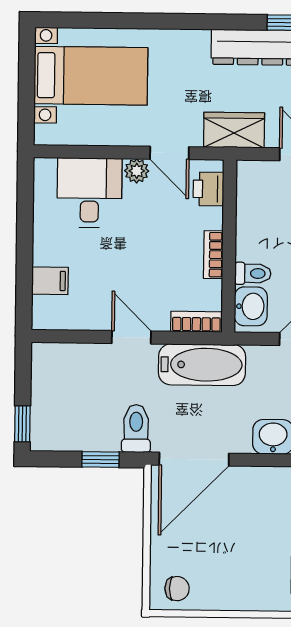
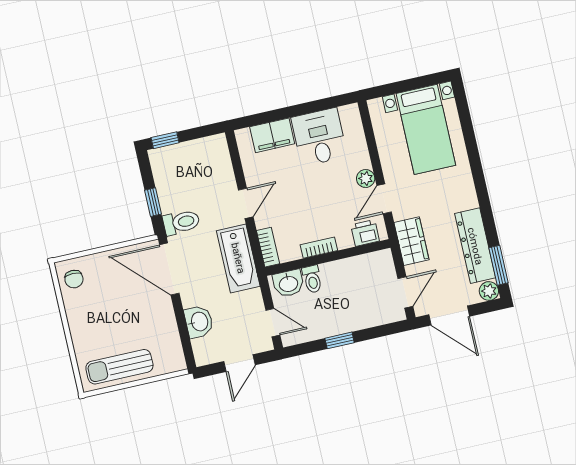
desk: (89, 193) -> (319, 137), moved, turned -90
filing cabinet: (50, 281) -> (272, 135), width x2.00

